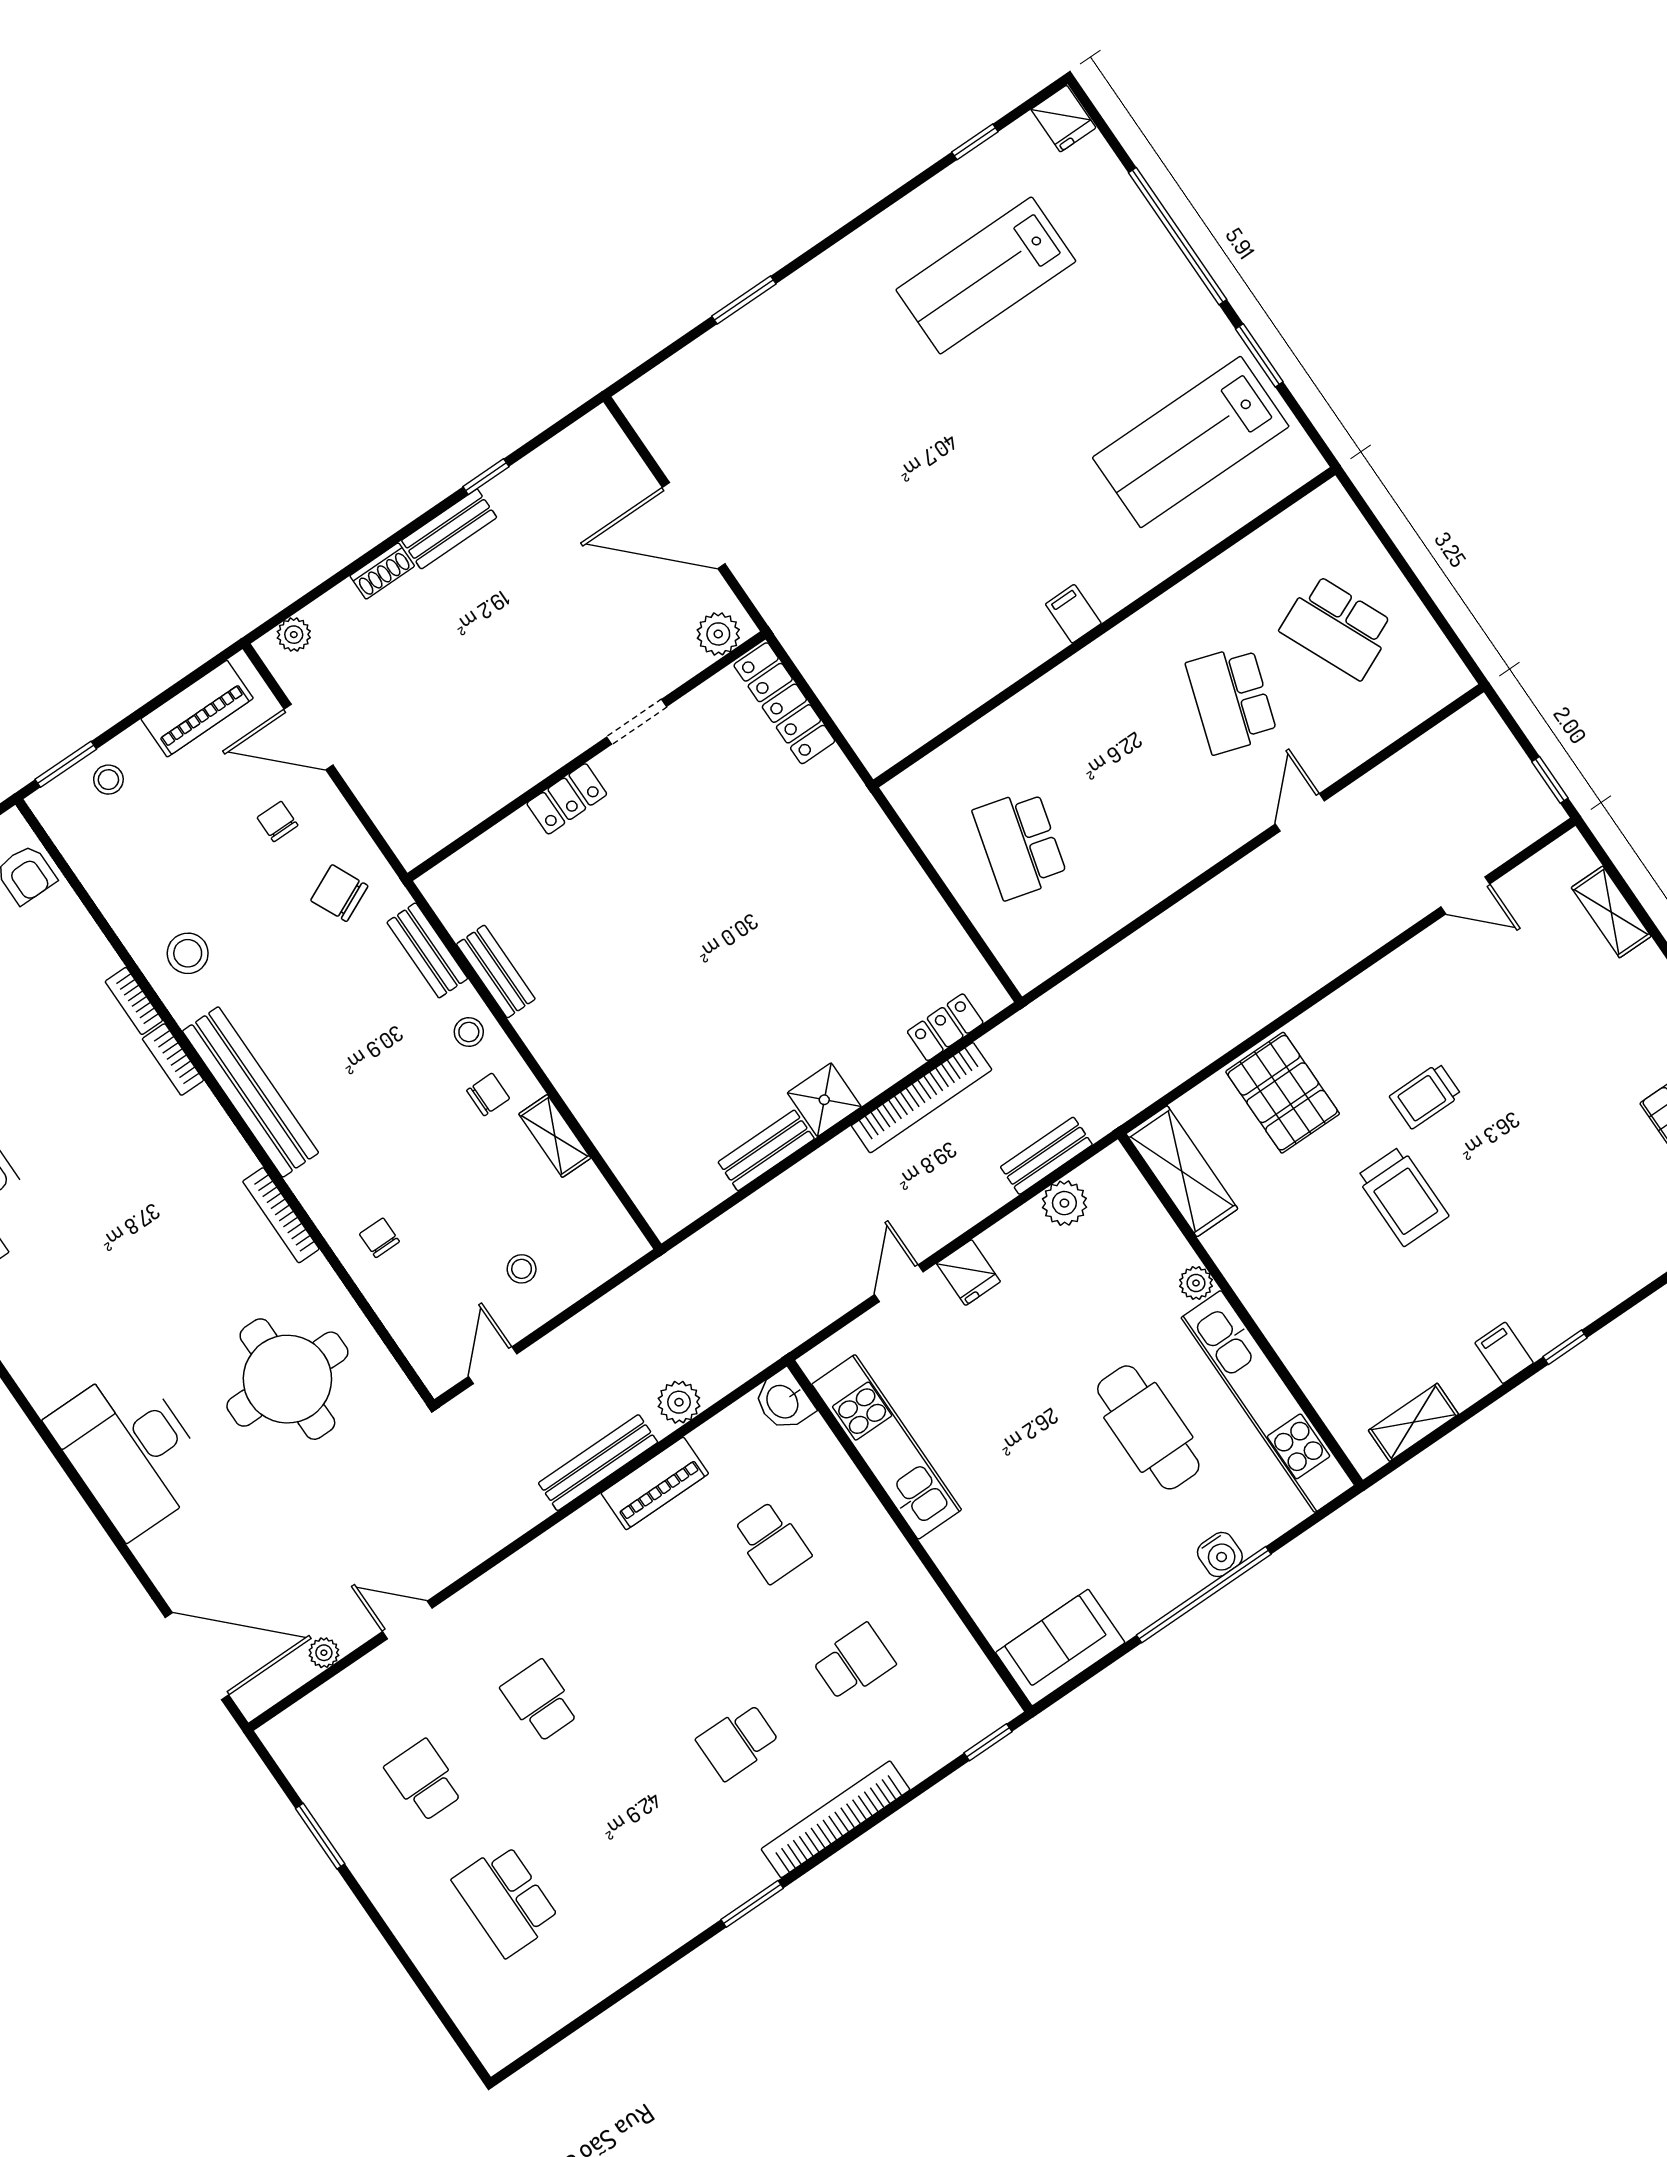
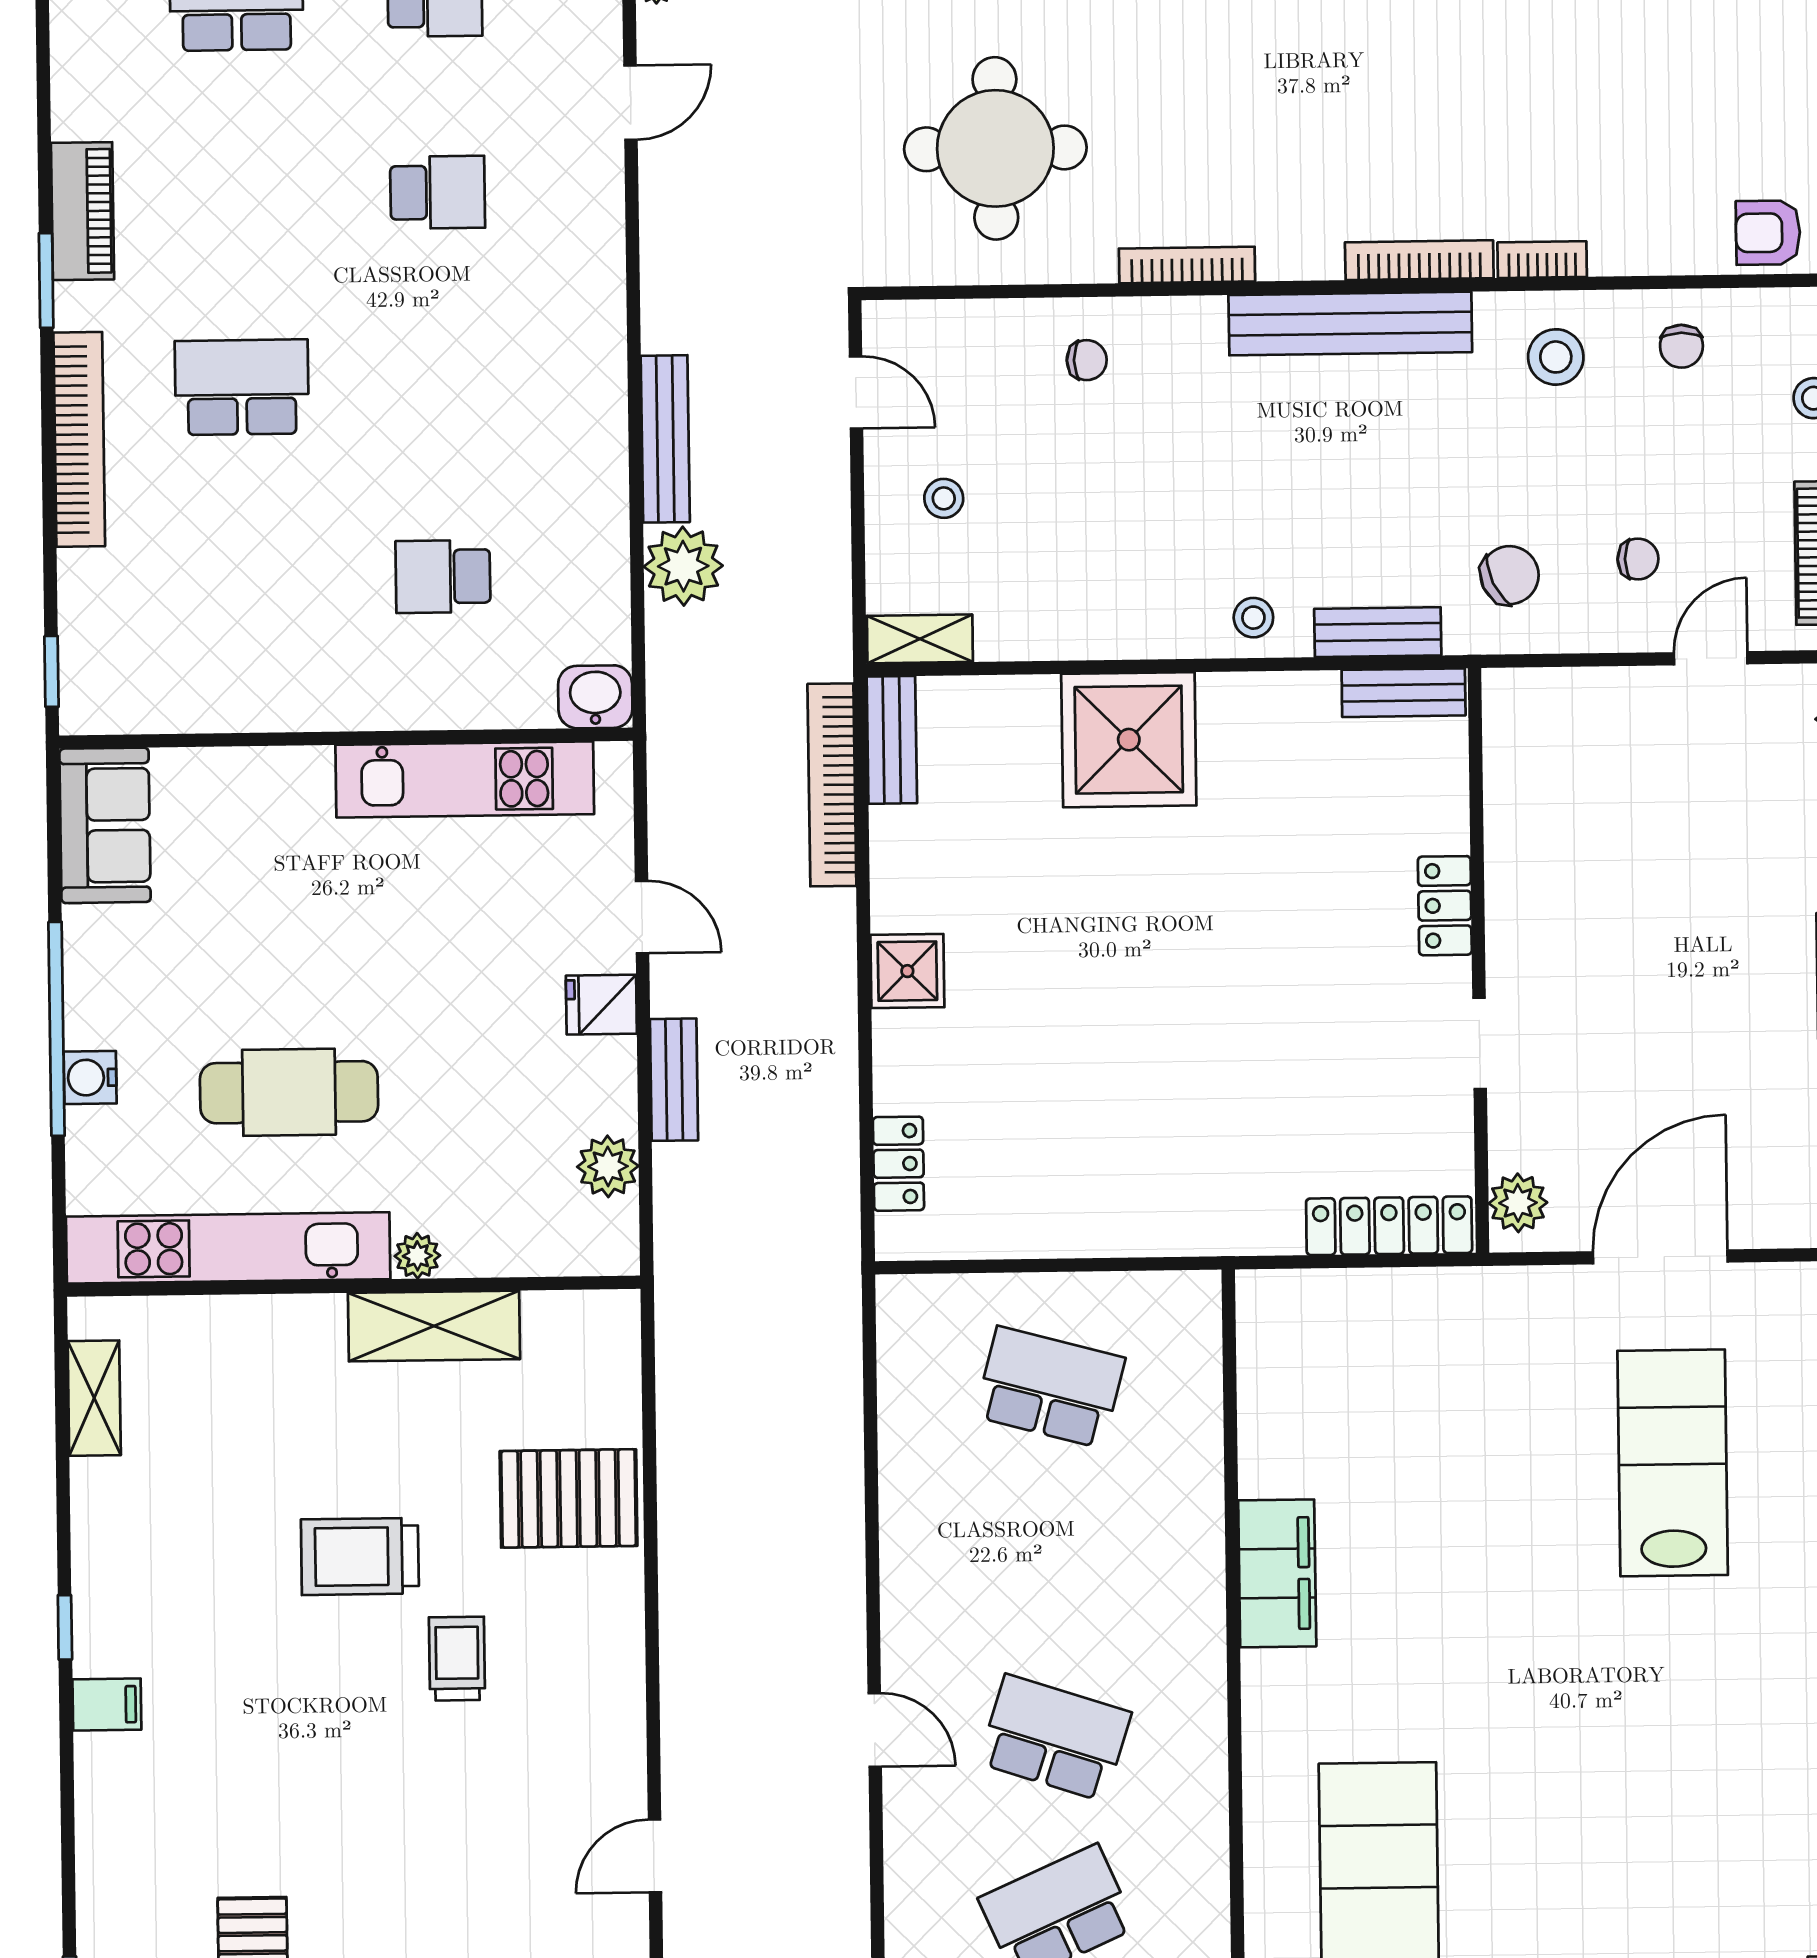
lab bench: (986, 275) -> (1673, 1463), moved
filing cabinet: (1073, 614) -> (1277, 1573), width x3.00, depth x1.17
door: (309, 737) -> (1711, 658), width x0.73
bench: (496, 972) -> (1404, 693), moved
shower: (594, 1059) -> (1129, 740), added
bookcase: (173, 1060) -> (1419, 260), width x1.56
chair: (488, 1094) -> (1681, 346), moved
bookcase: (922, 1098) -> (832, 785), moved
shelving: (555, 1136) -> (920, 639), moved
bench: (766, 1150) -> (892, 740), moved
bench: (1046, 1156) -> (674, 1080), moved
shelving: (1182, 1171) -> (434, 1326), moved
filing cabinet: (1504, 1353) -> (107, 1705), moved
plant: (679, 1402) -> (683, 566), width x1.36, depth x1.36
piano: (655, 1483) -> (82, 211), moved, turned 180
school desk: (854, 1662) -> (244, 579), removed
school desk: (738, 1742) -> (242, 387), width x1.85

